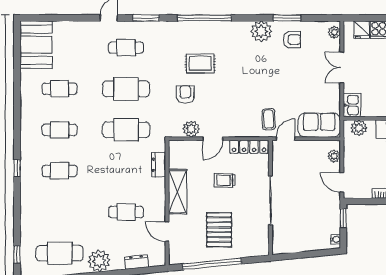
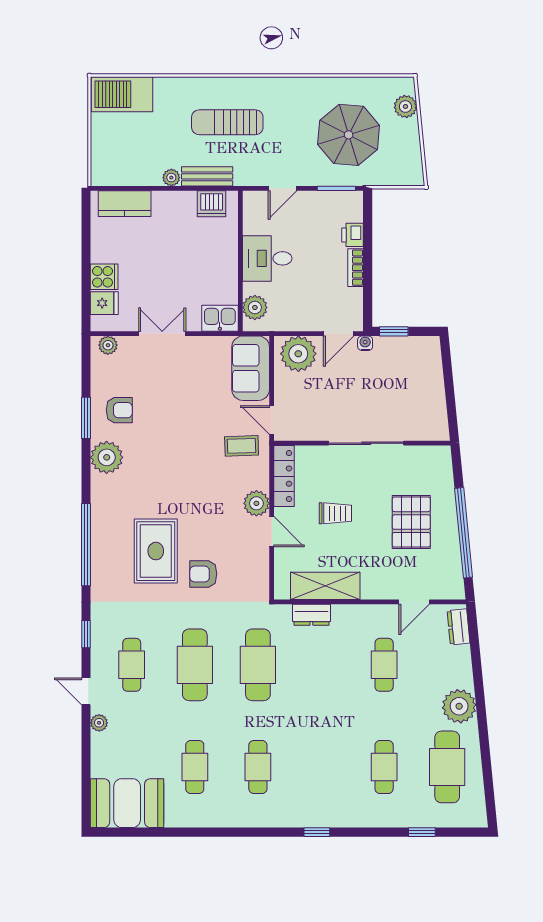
window: (146, 18) -> (86, 634), width x0.67
plant: (88, 26) -> (99, 723), added
armchair: (292, 40) -> (119, 410), turned 90
rug: (200, 63) -> (156, 551), width x1.36, depth x1.43
double door: (342, 68) -> (162, 334), swing flipped
plant: (191, 129) -> (256, 503), moved
plant: (334, 156) -> (298, 354), width x1.87, depth x1.87
cafe table: (60, 171) -> (384, 767), moved
trolley: (225, 180) -> (335, 513), turned -90
shelving: (178, 192) -> (325, 586), moved
pallet: (219, 230) -> (411, 522), turned 90
water cooler: (336, 239) -> (365, 343), moved
window: (17, 254) -> (422, 832), moved
dresser: (136, 262) -> (459, 627), moved

